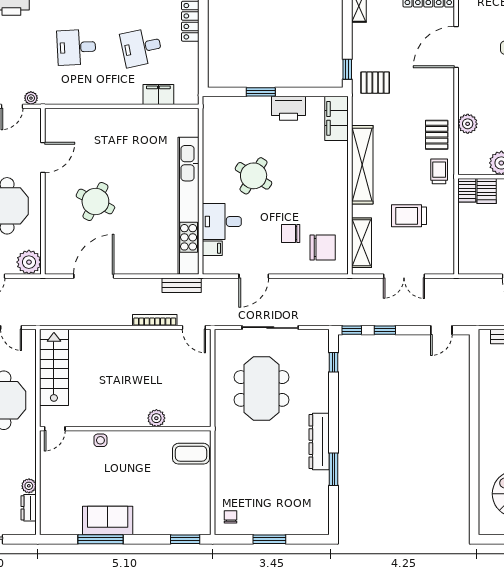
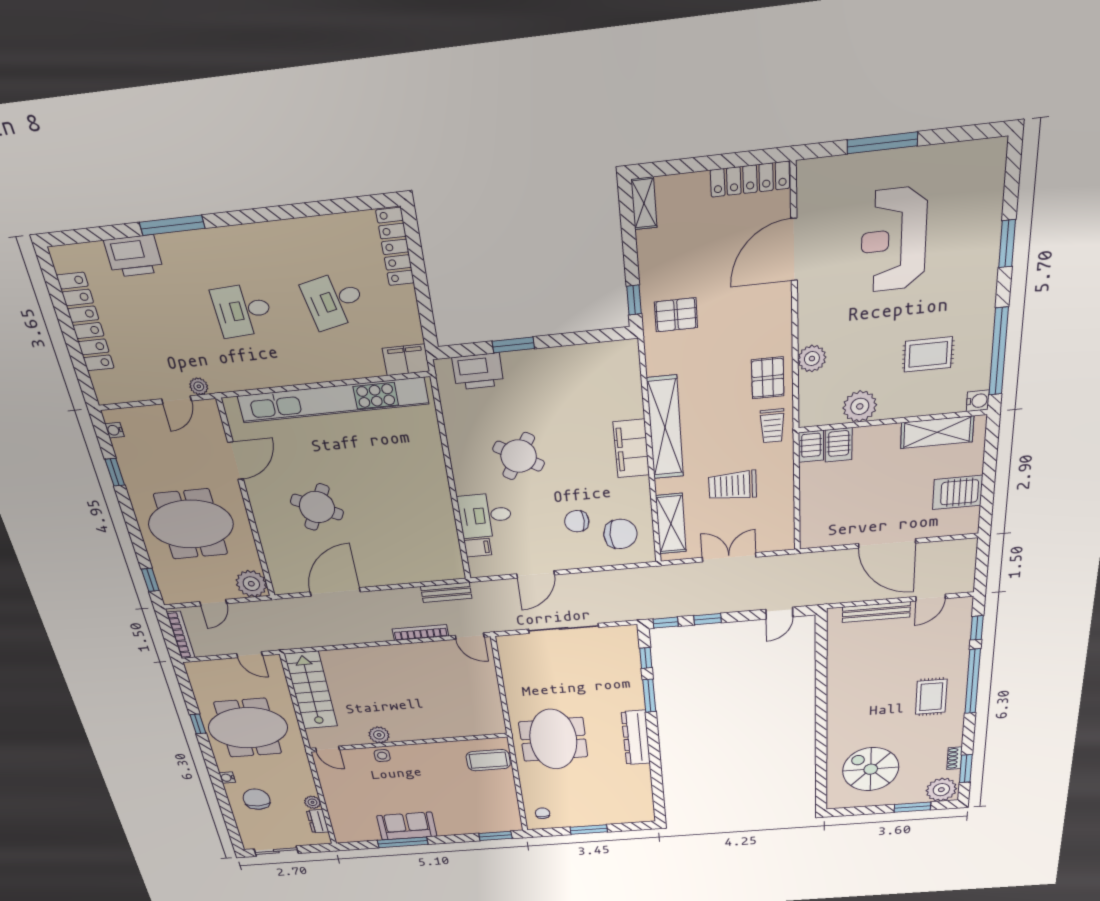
filing cabinet: (158, 94) -> (406, 360), moved
printer: (288, 108) -> (478, 371), moved
filing cabinet: (337, 118) -> (631, 449), moved
trolley: (439, 171) -> (772, 426), turned 180
kitchen unit: (189, 206) -> (333, 400), moved, turned -90
double door: (404, 276) -> (729, 557), swing flipped
meeting table: (262, 388) -> (553, 739), moved
plant: (156, 418) -> (379, 735), moved
door: (55, 429) -> (327, 749), hinge flipped
window: (334, 469) -> (649, 696), moved

